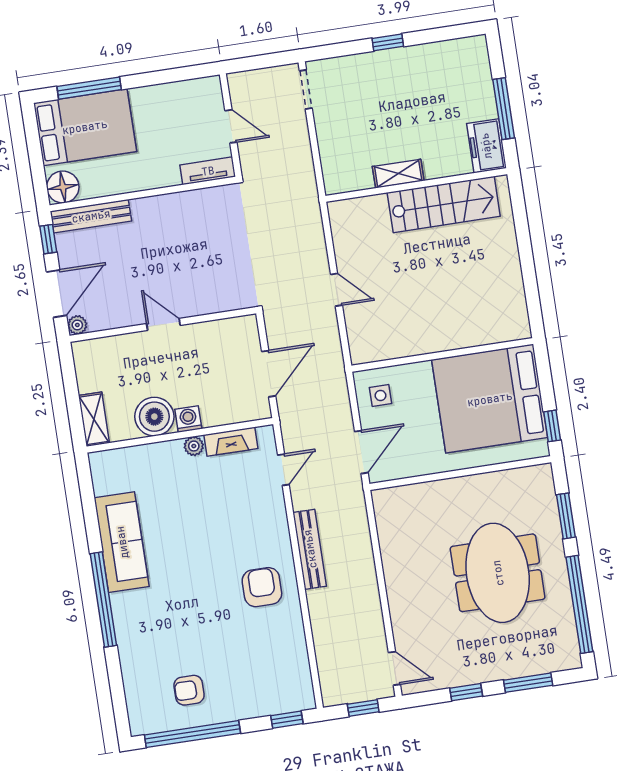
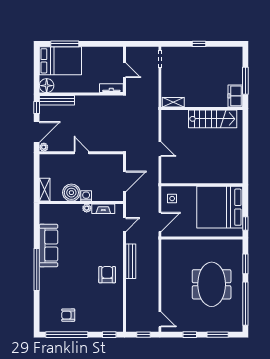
shelving: (398, 174) -> (173, 102), moved

